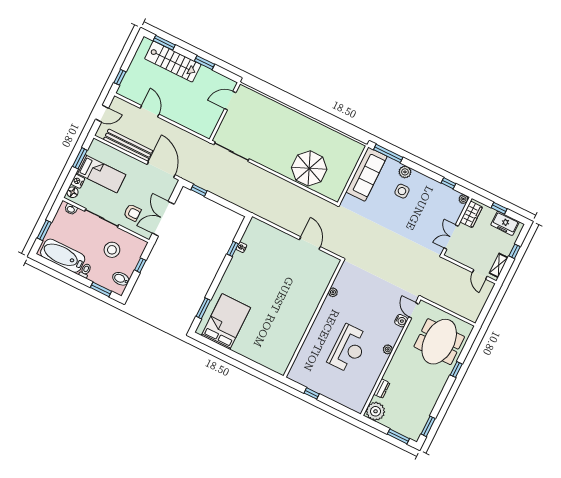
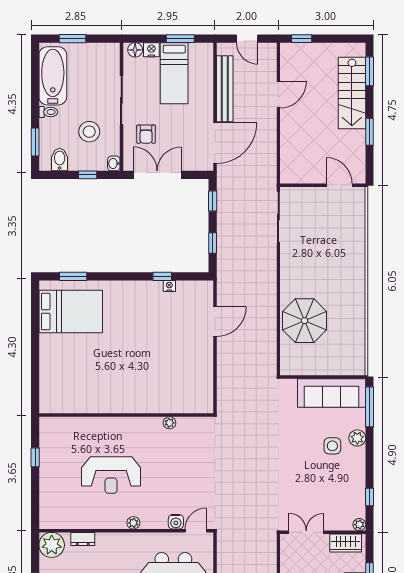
window: (227, 204) -> (213, 243), added
washbasin: (71, 209) -> (114, 163), moved
door: (310, 243) -> (215, 321), moved

